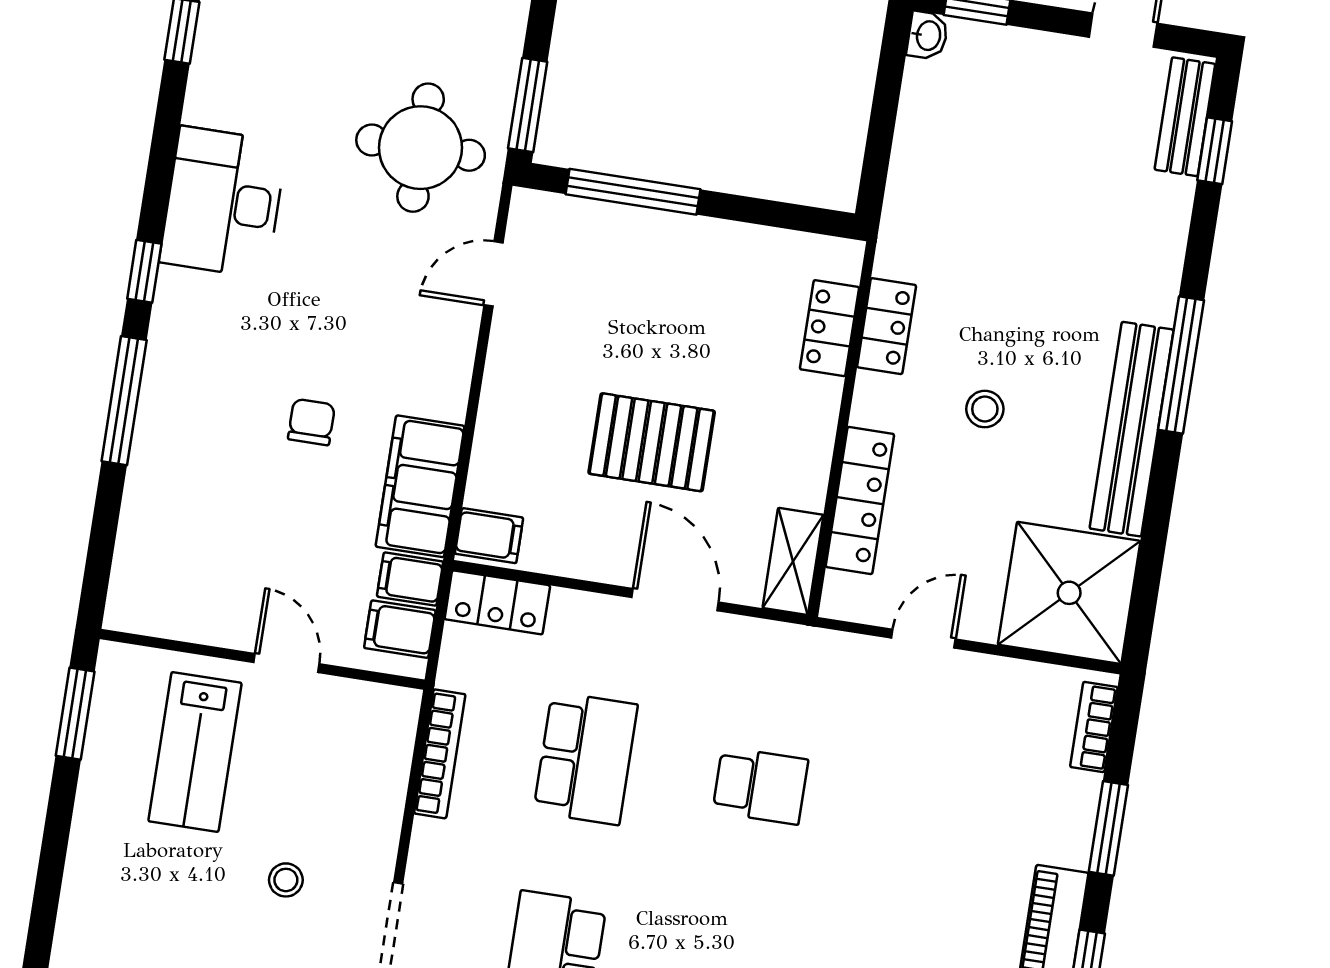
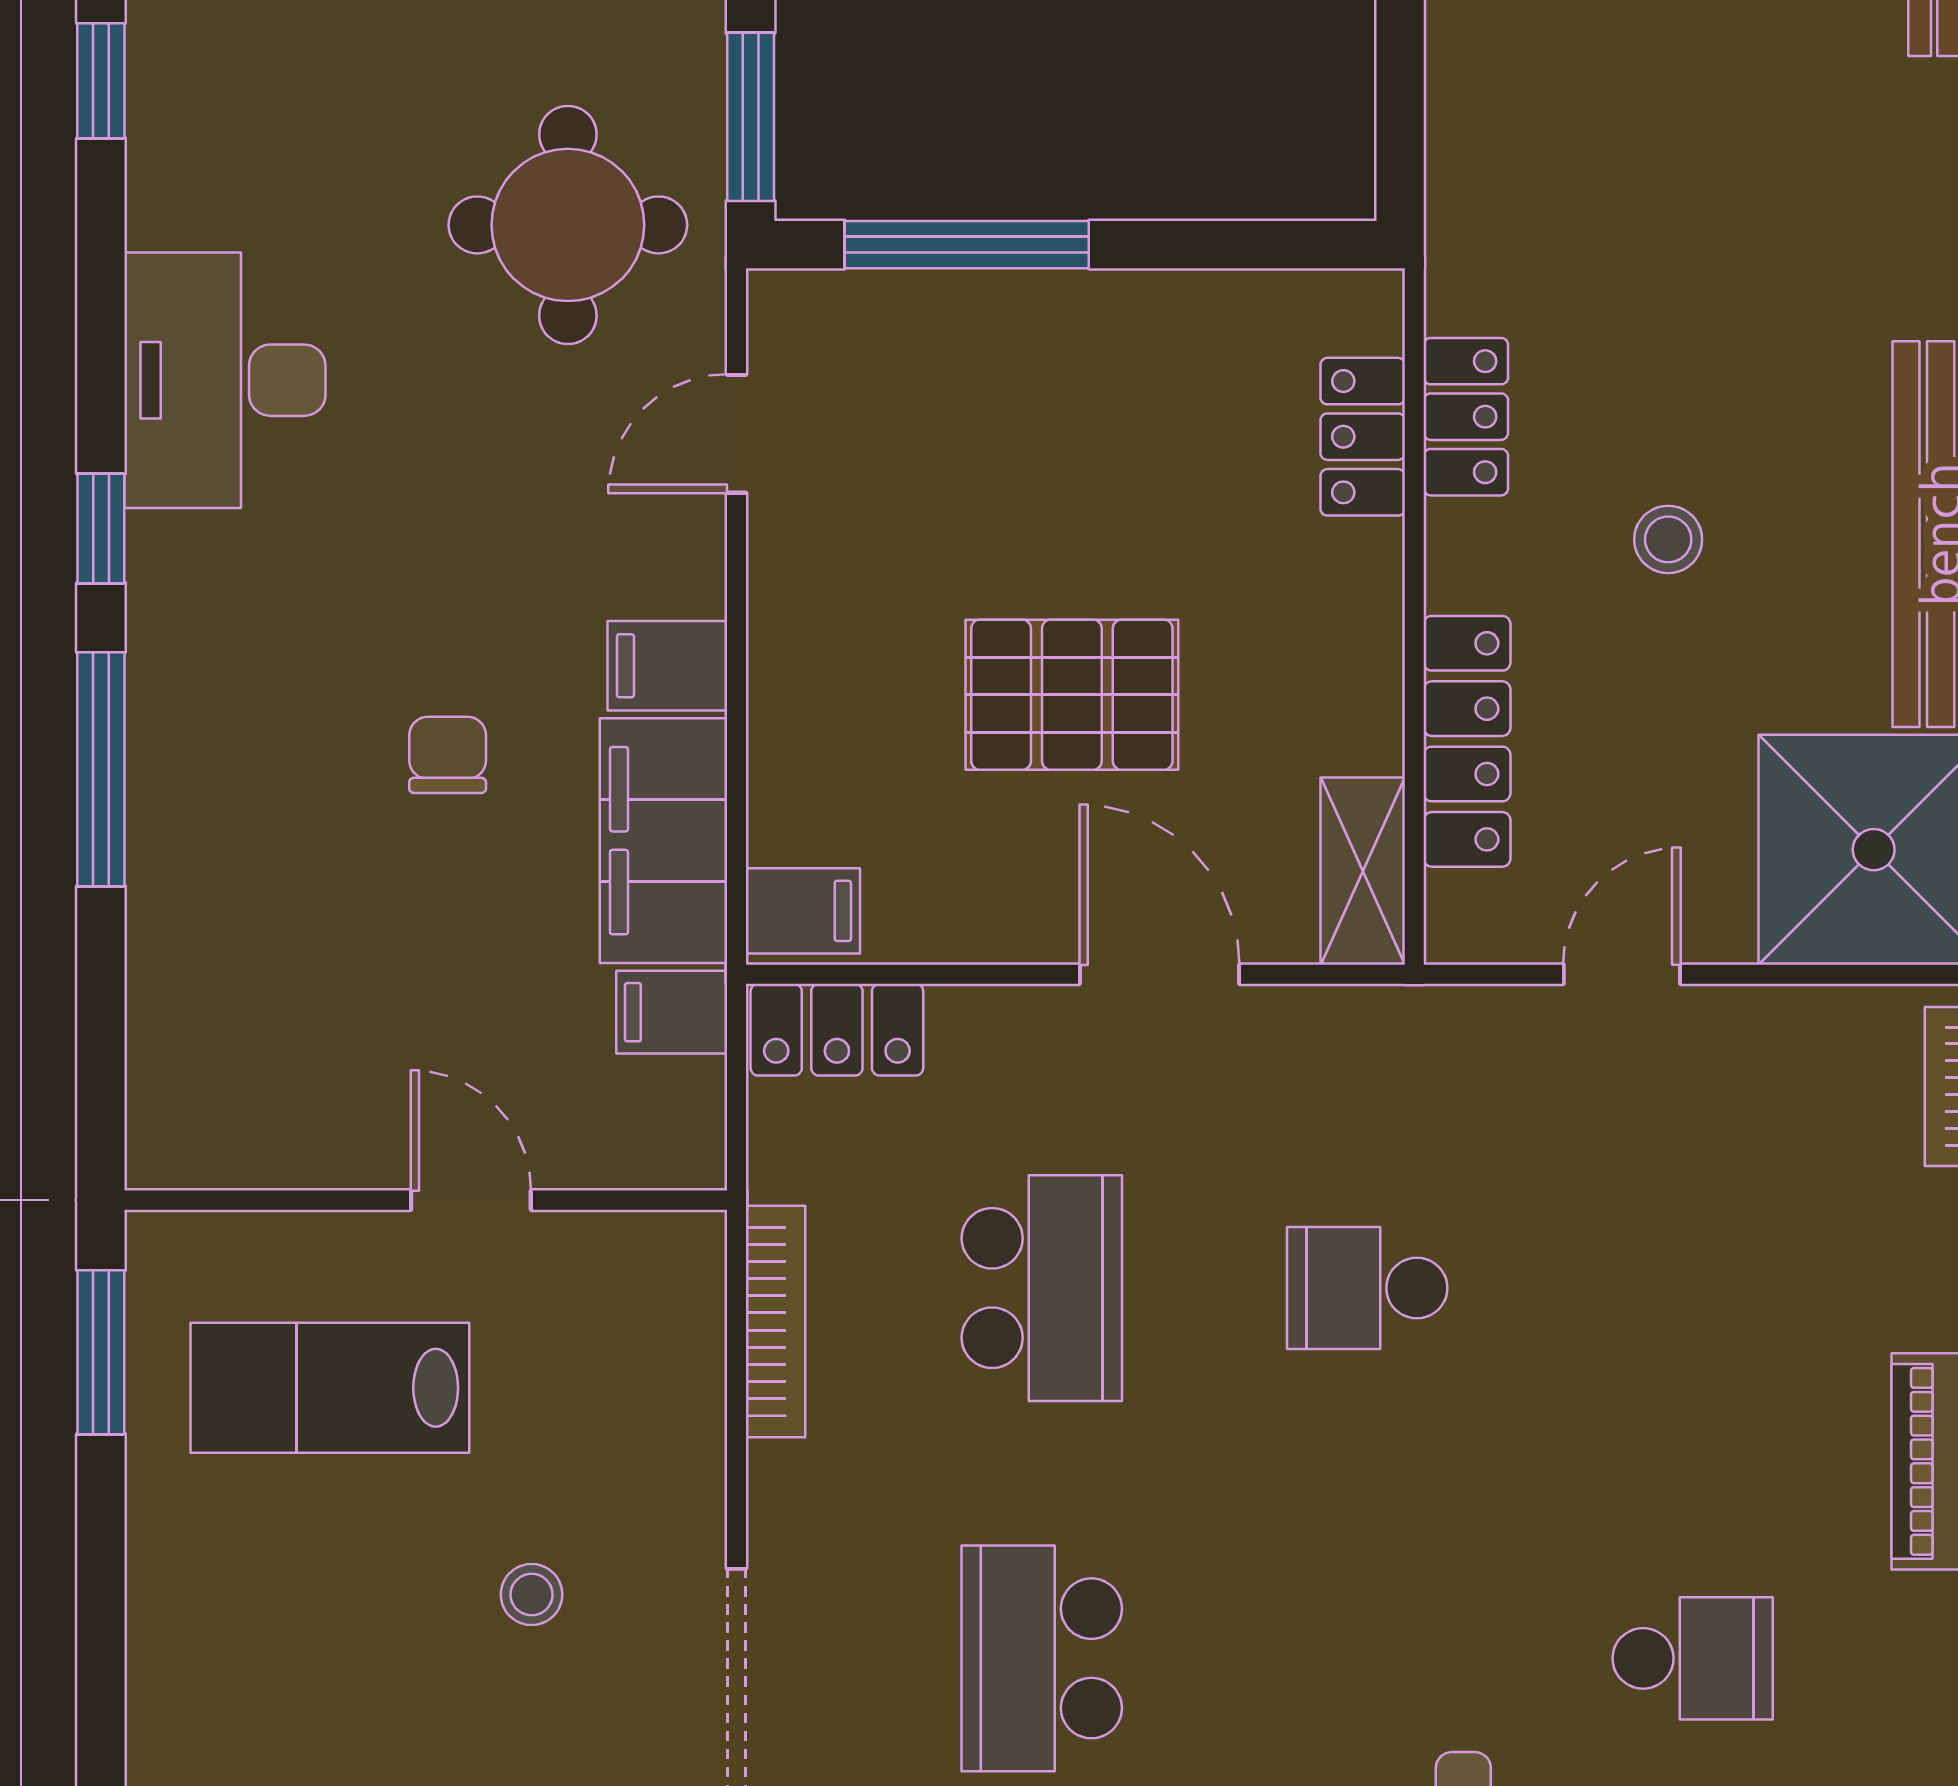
filing cabinet: (400, 629) -> (667, 666), moved
lab bench: (195, 752) -> (330, 1388), turned 90
school desk: (760, 786) -> (1367, 1288), turned 180

